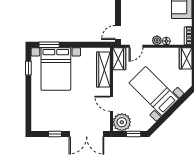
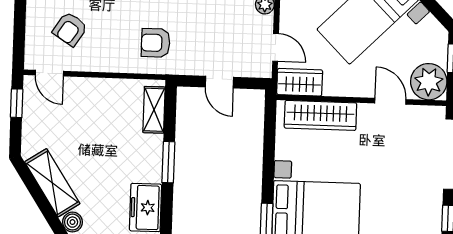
door: (118, 32) -> (219, 82), moved
door: (112, 104) -> (390, 101), swing flipped

